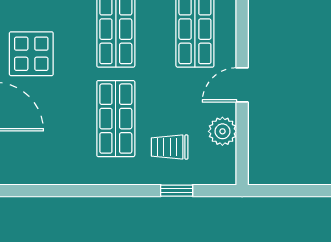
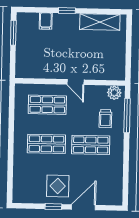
plant: (222, 131) -> (114, 93), moved
window: (177, 191) -> (127, 116), width x2.17

